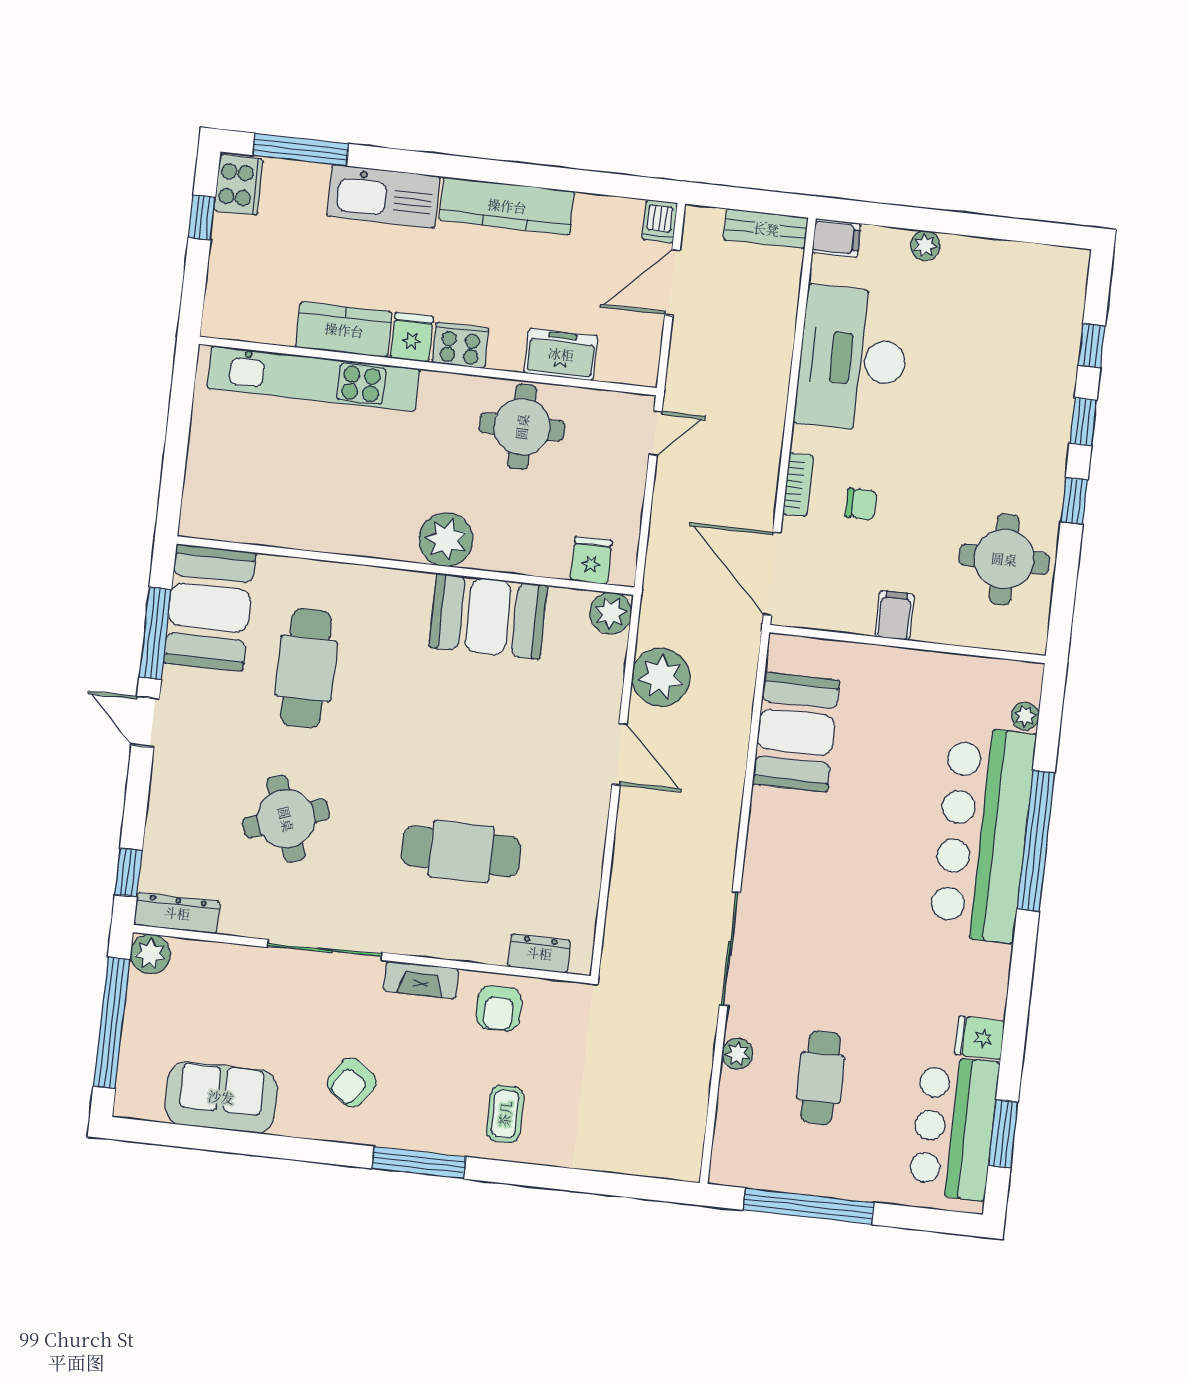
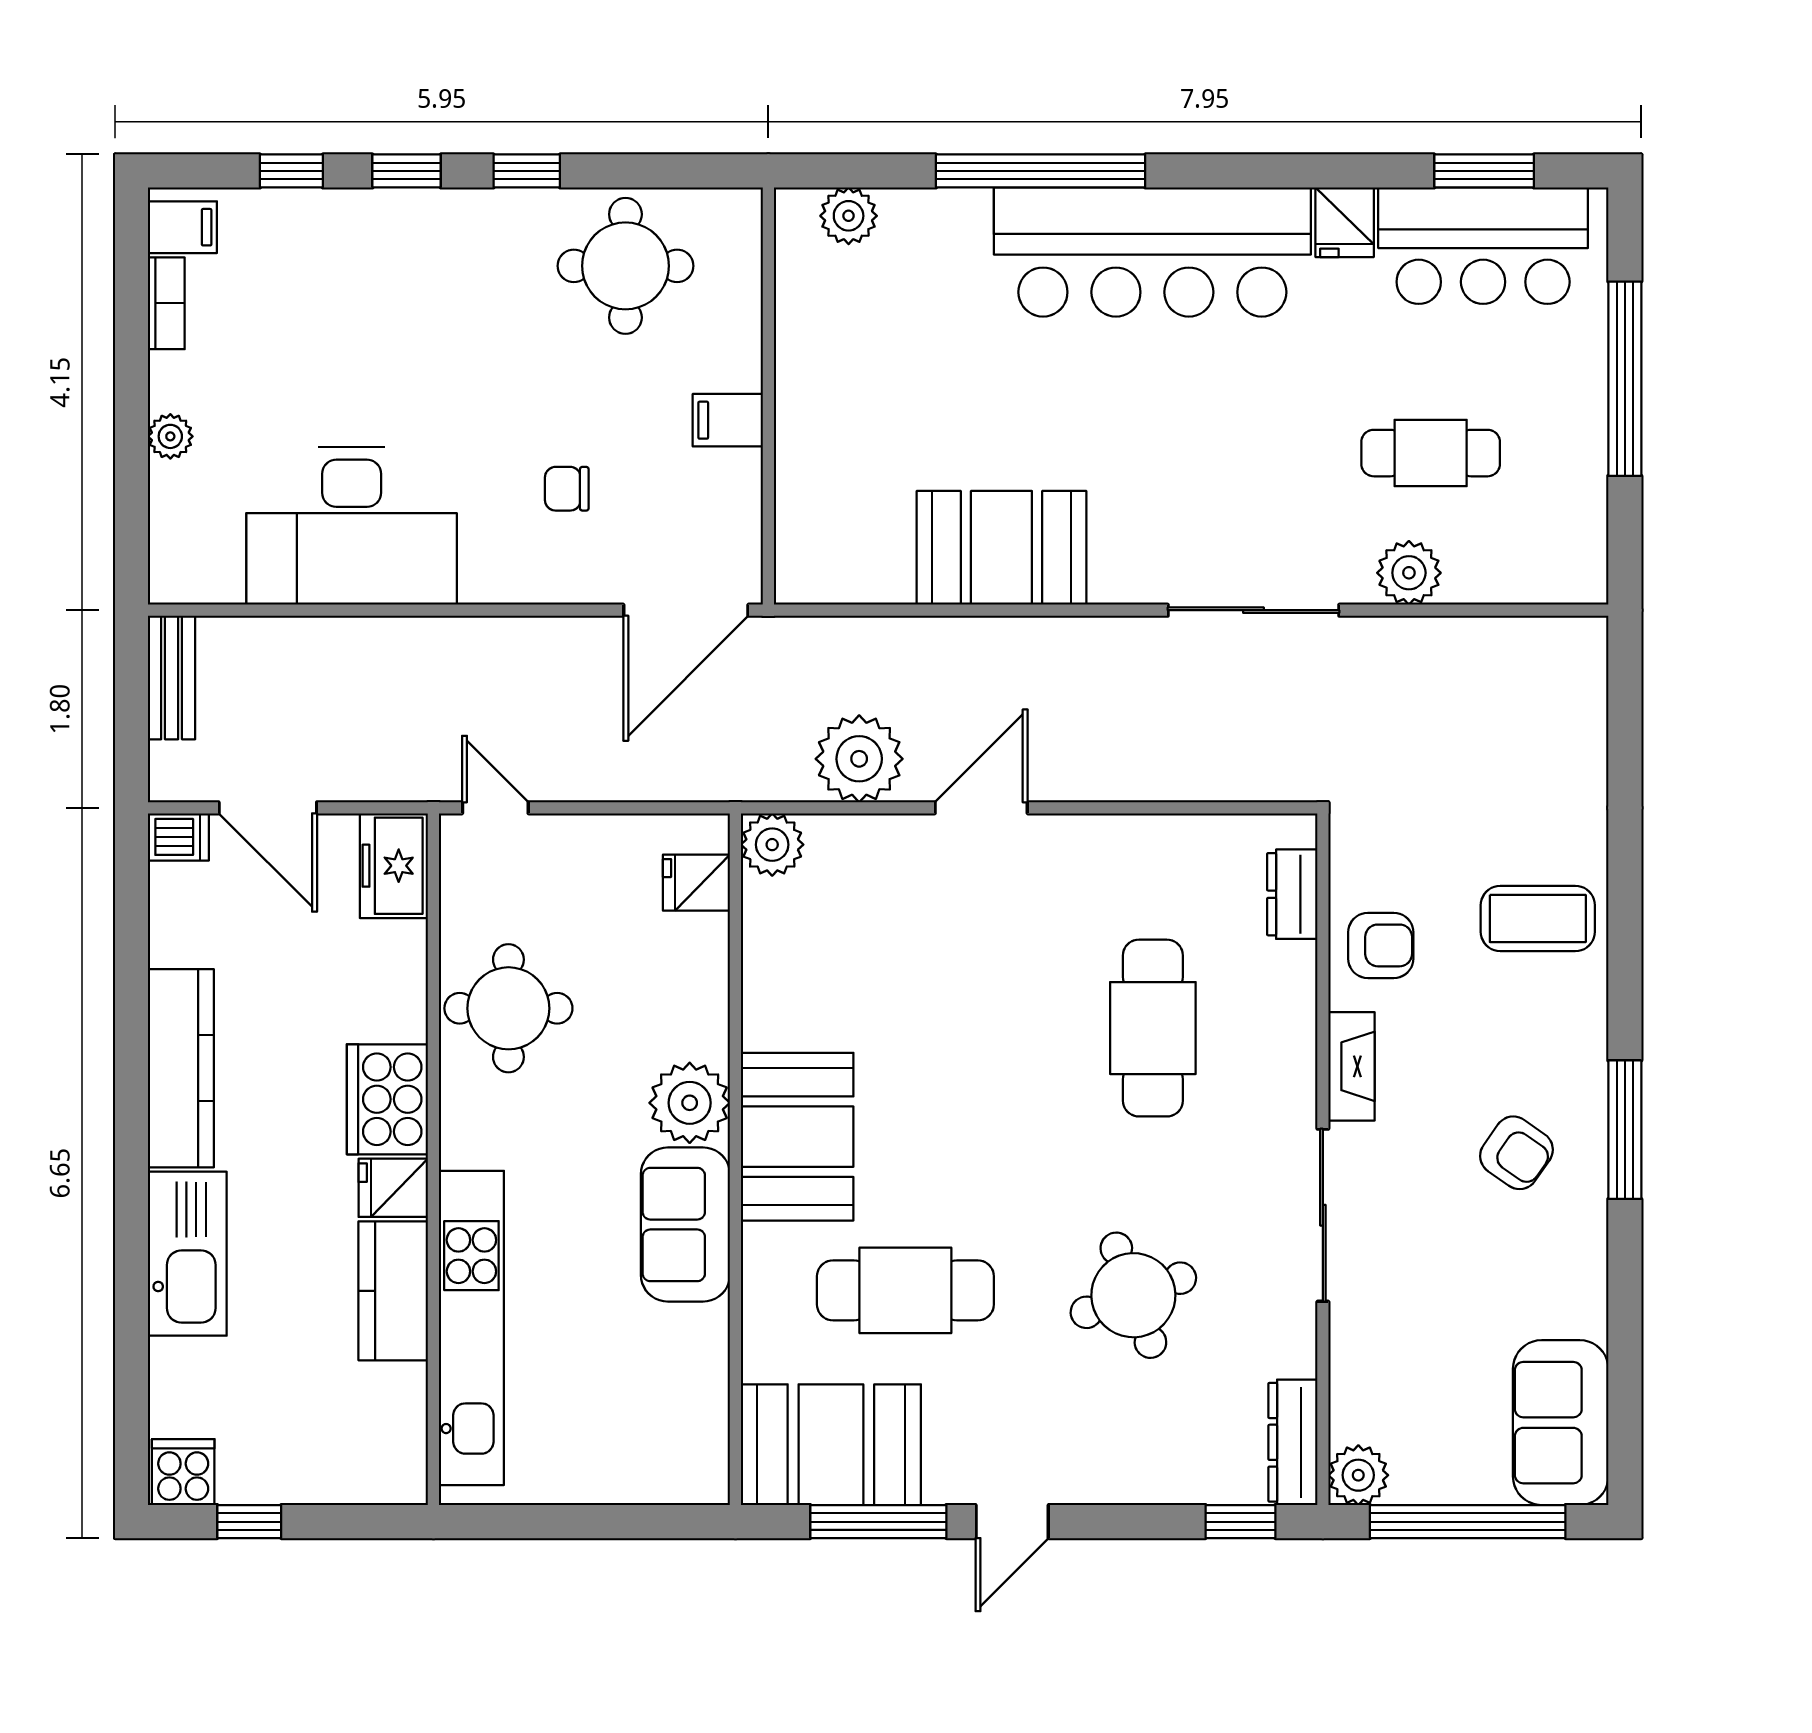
window: (301, 150) -> (131, 1385), removed
cooker: (239, 185) -> (183, 1472), width x0.73
filing cabinet: (836, 238) -> (182, 227), moved, turned 90
cooker: (460, 345) -> (387, 1099), width x1.37, depth x1.31
freezer: (561, 354) -> (394, 866), moved
bookcase: (798, 485) -> (166, 303), moved, turned 90
chair: (861, 504) -> (567, 489), turned -90
sofa: (366, 528) -> (685, 1225), added
booth: (488, 616) -> (797, 1137), moved
plant: (1025, 716) -> (849, 216), width x1.38, depth x1.38
booth: (796, 732) -> (1001, 548), moved
bar counter: (983, 834) -> (1152, 252), moved
plant: (737, 1054) -> (1409, 573), width x1.38, depth x1.38
sofa: (221, 1097) -> (1561, 1423), moved
coffee table: (505, 1114) -> (1538, 918), width x1.36, depth x1.30
window: (419, 1163) -> (1625, 1130), moved
window: (809, 1206) -> (1625, 379), moved

